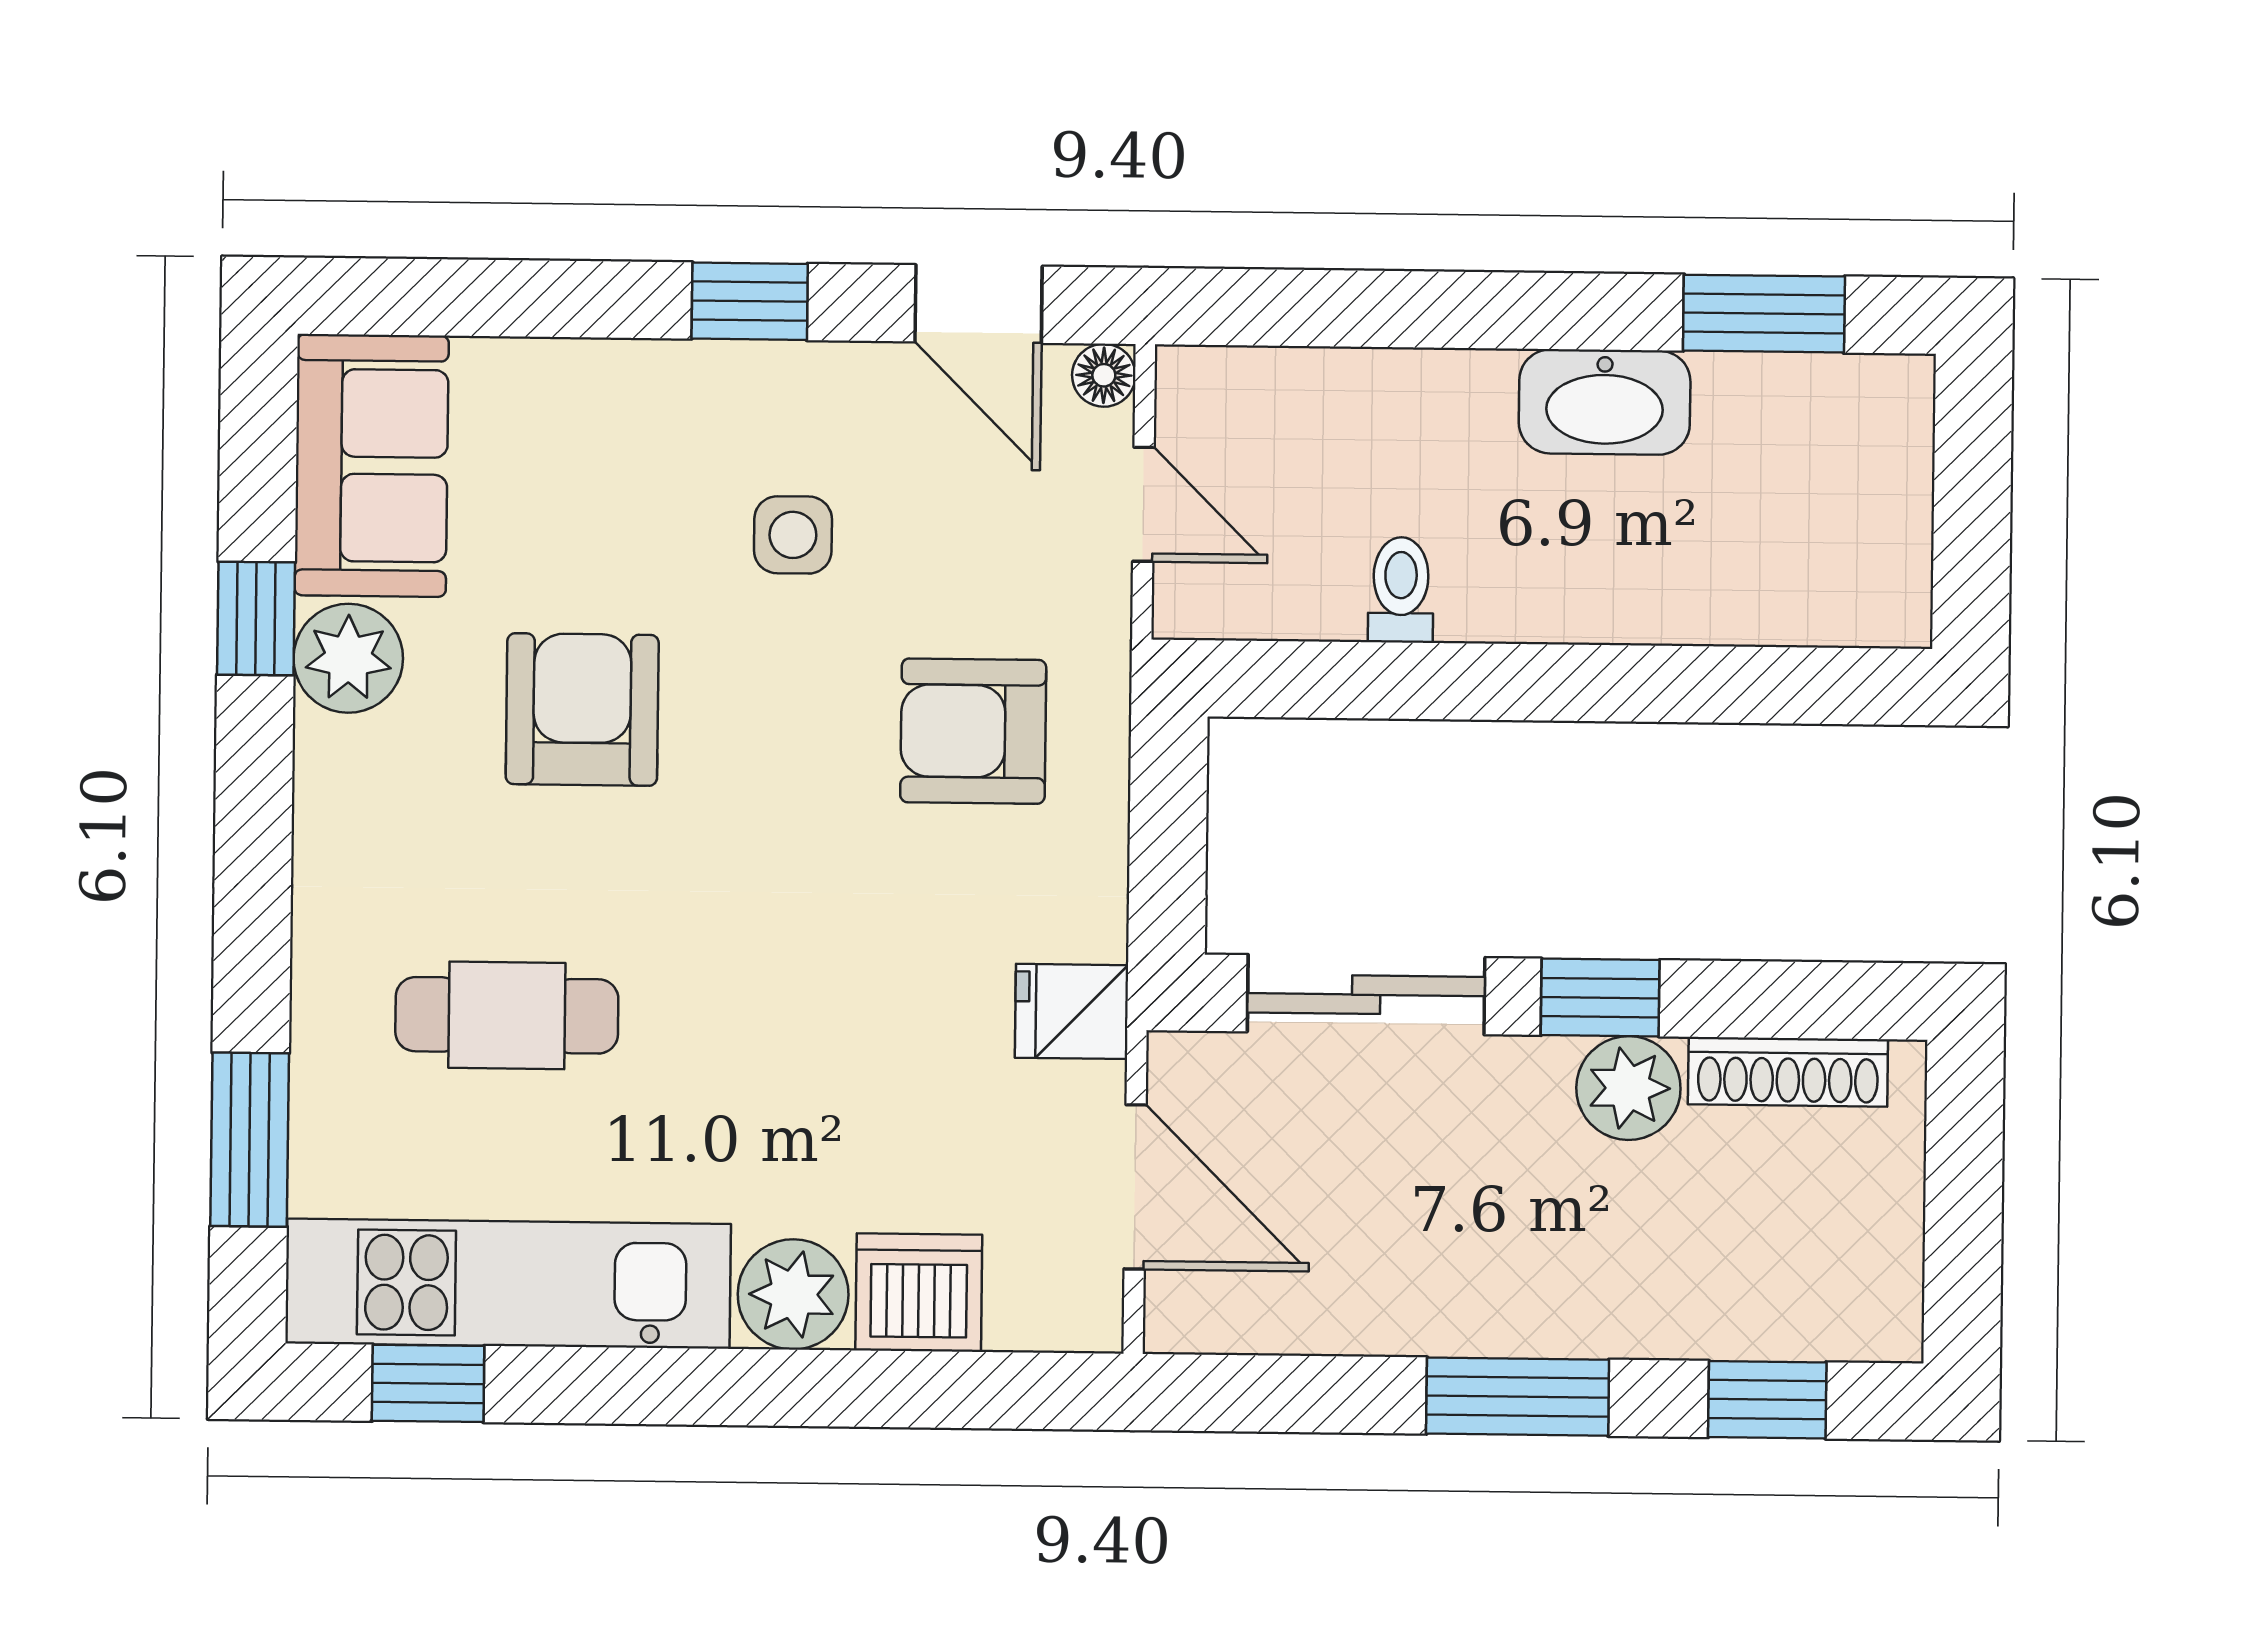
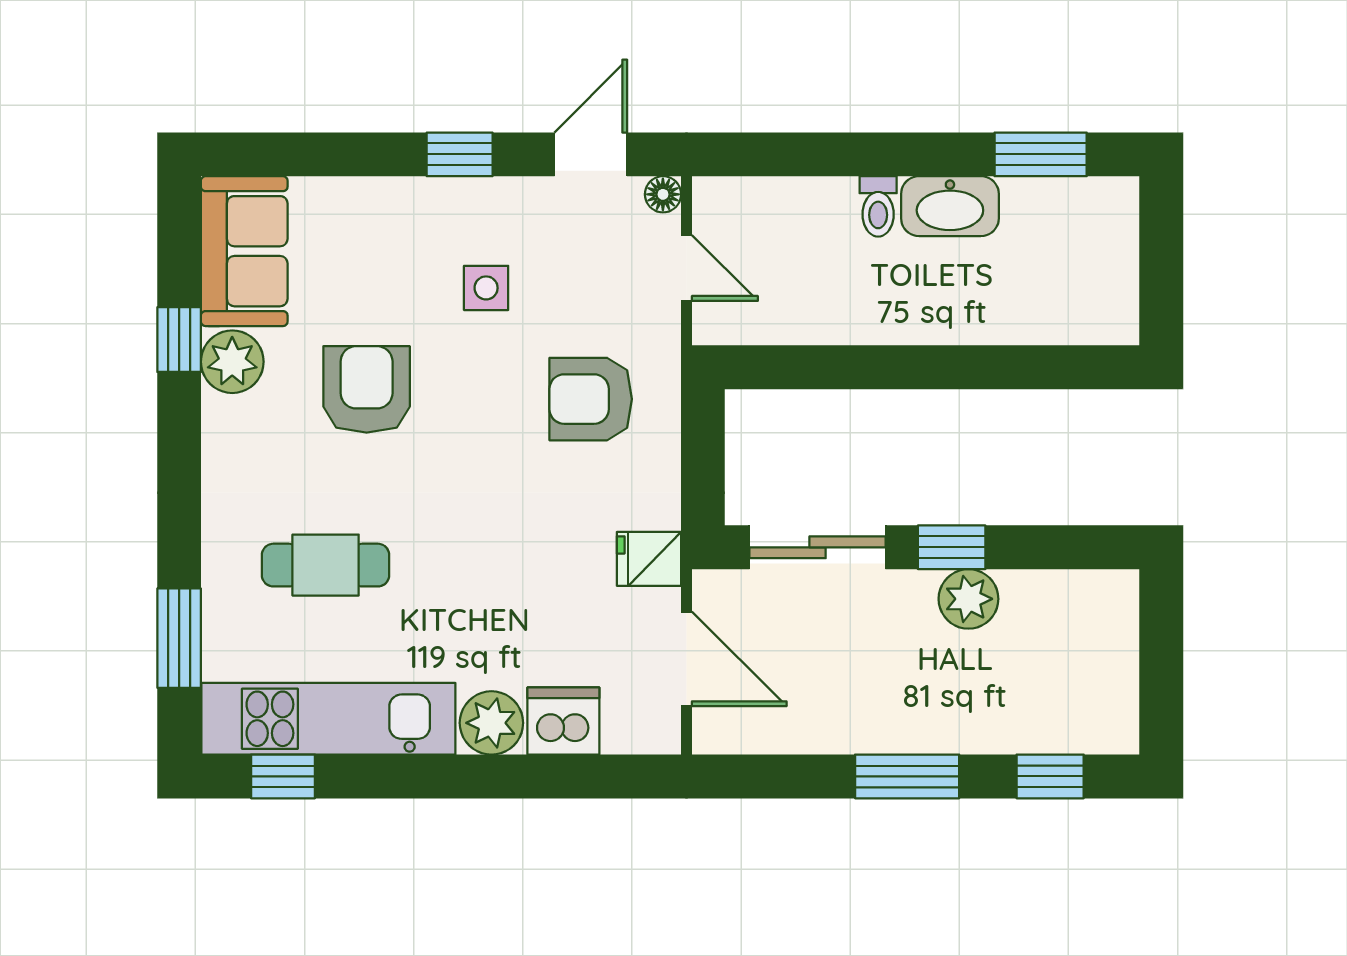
door: (979, 304) -> (591, 154), swing flipped
toilet: (1401, 590) -> (878, 206), moved, turned 180
shoe rack: (1788, 1072) -> (1060, 588), removed

